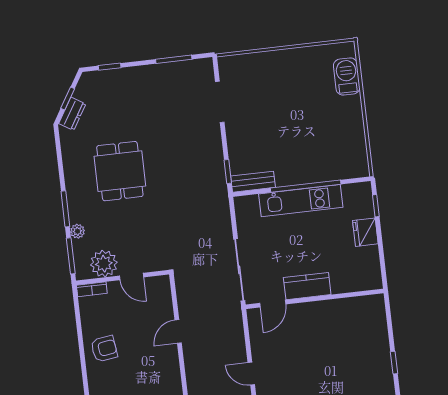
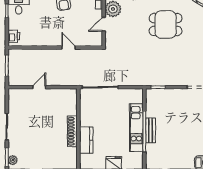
bench: (253, 182) -> (151, 130), moved
kitchen counter: (307, 286) -> (86, 140), moved
door: (273, 304) -> (78, 104), removed
shoe rack: (320, 309) -> (72, 131), added

